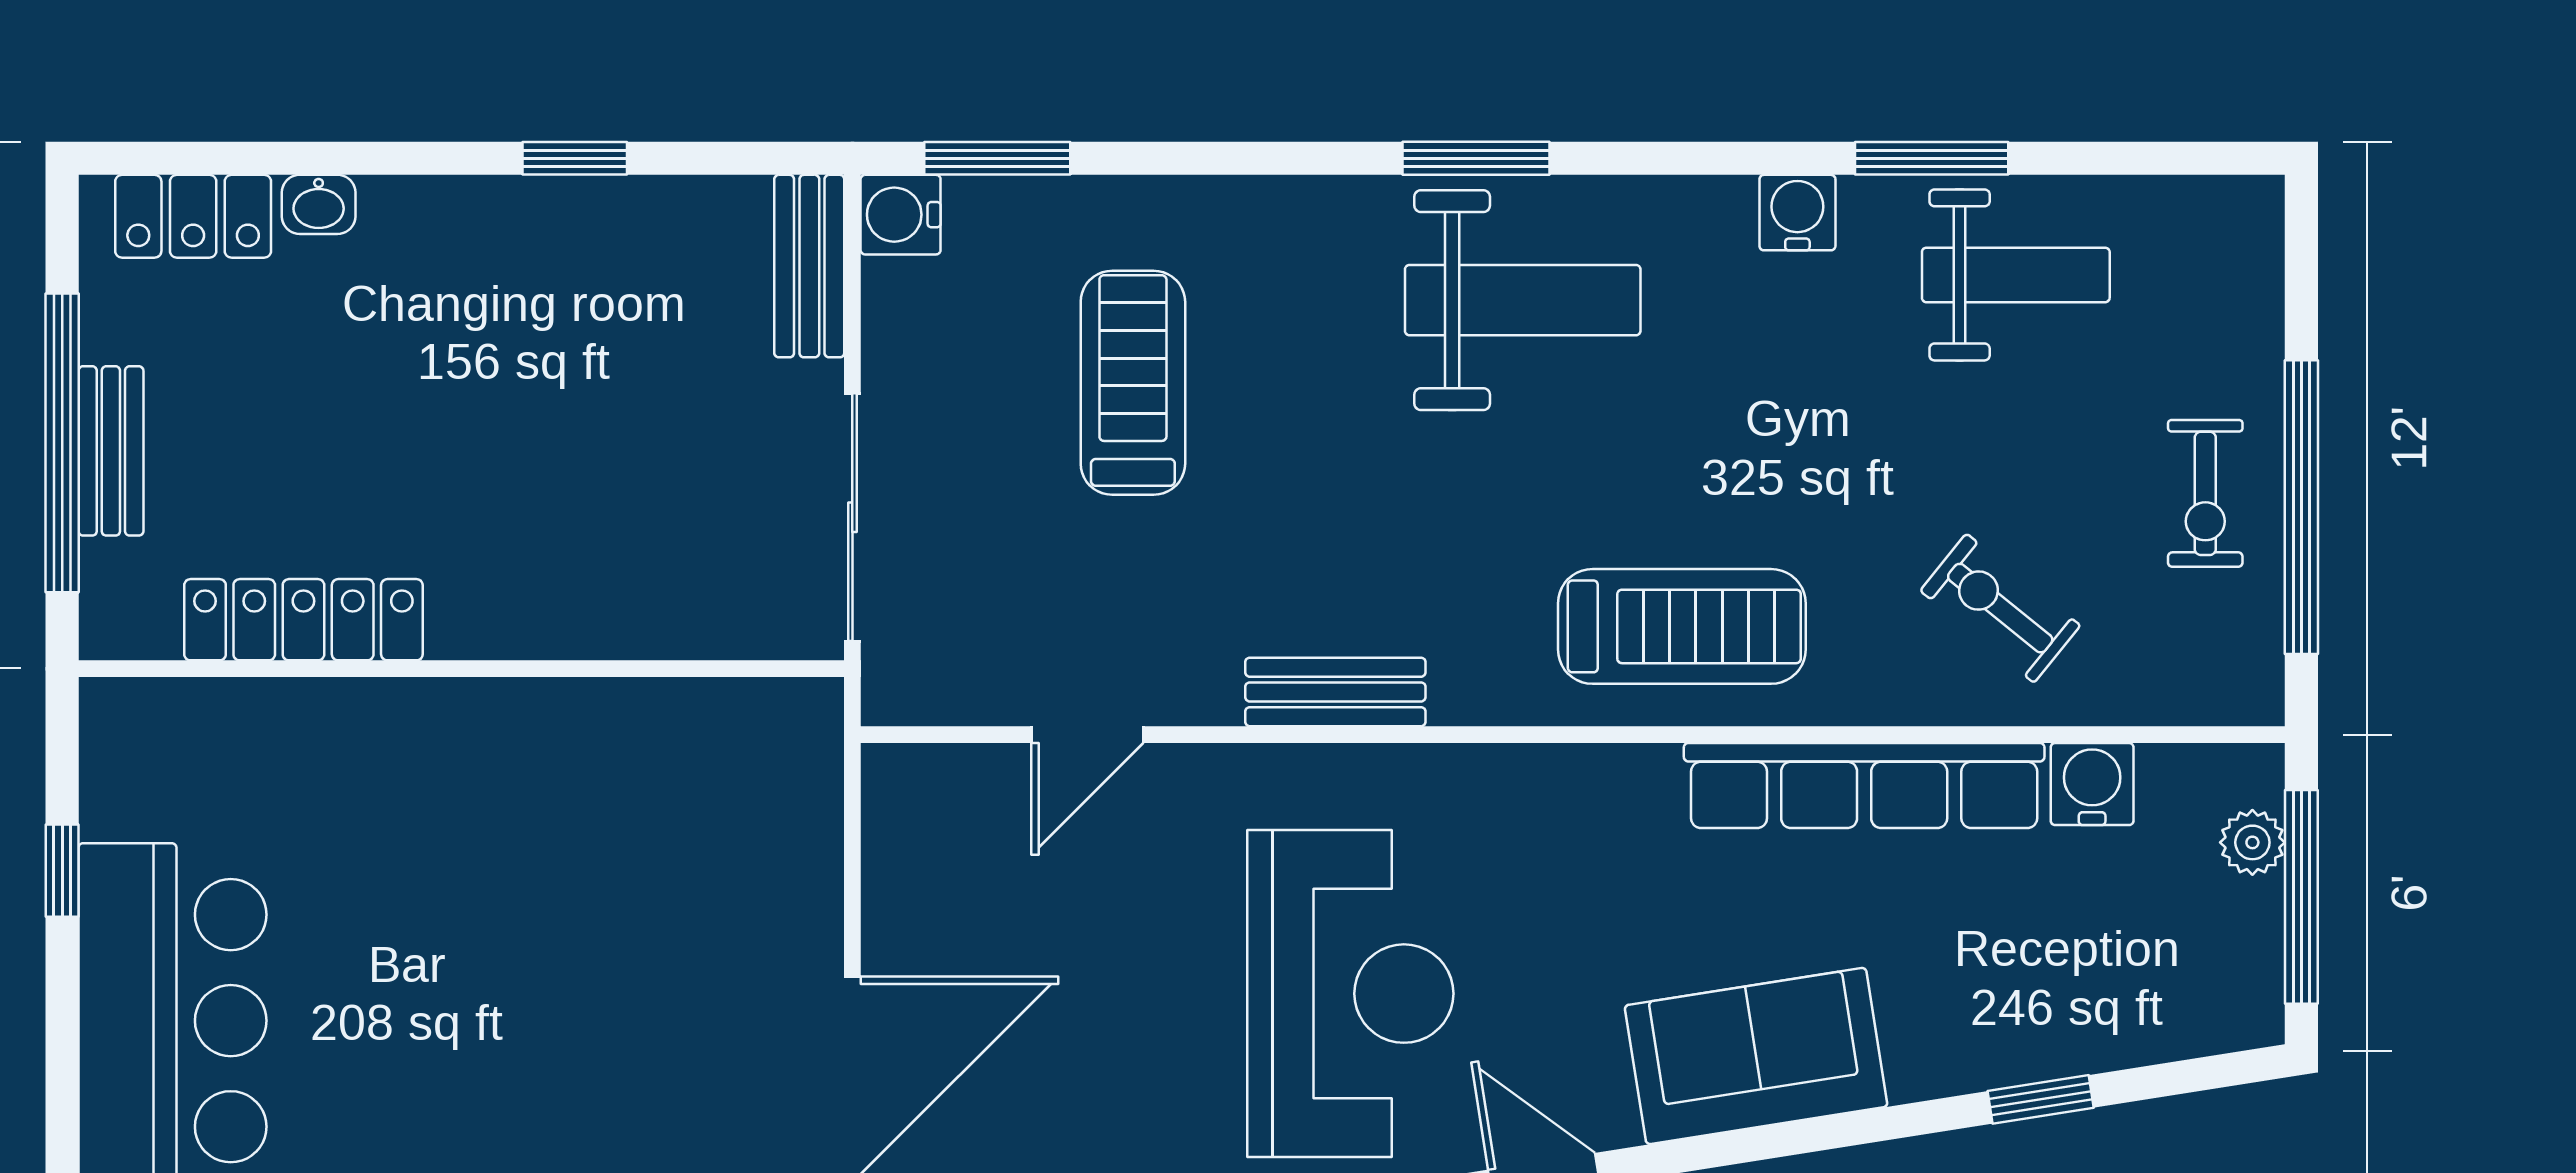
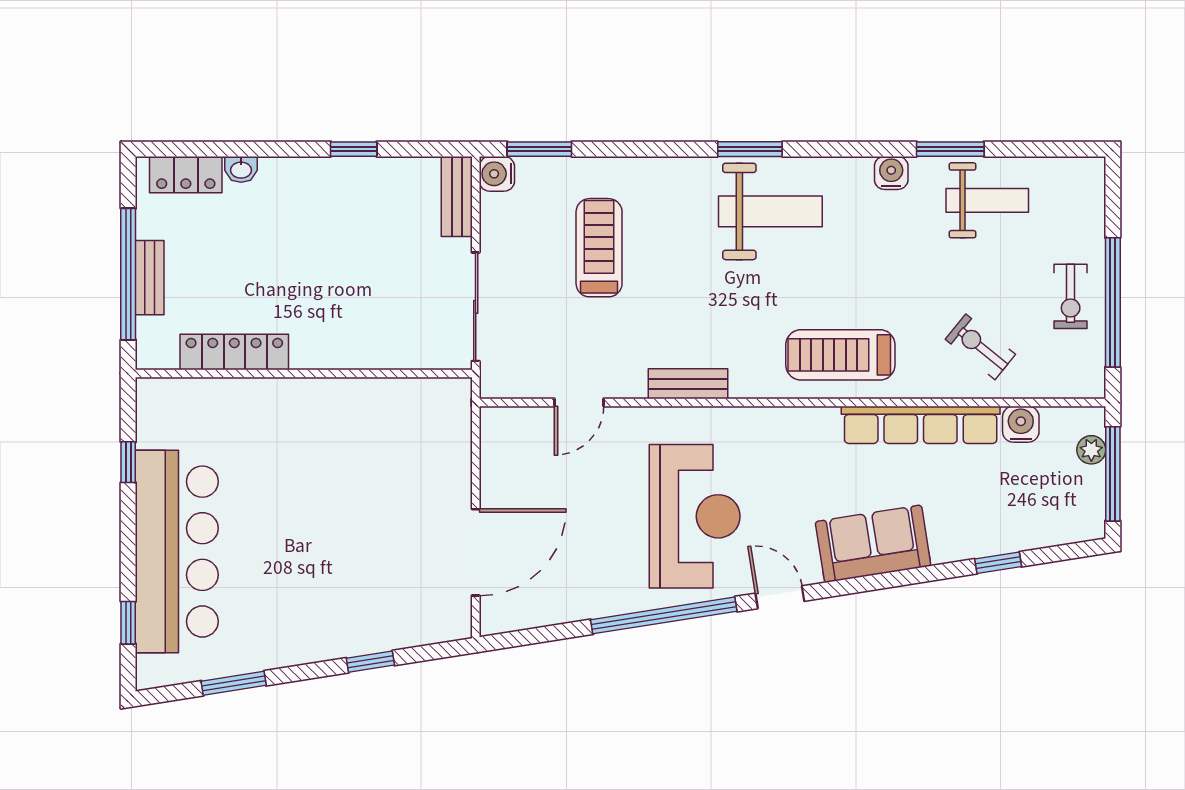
treadmill: (1682, 626) -> (840, 355), turned 180

